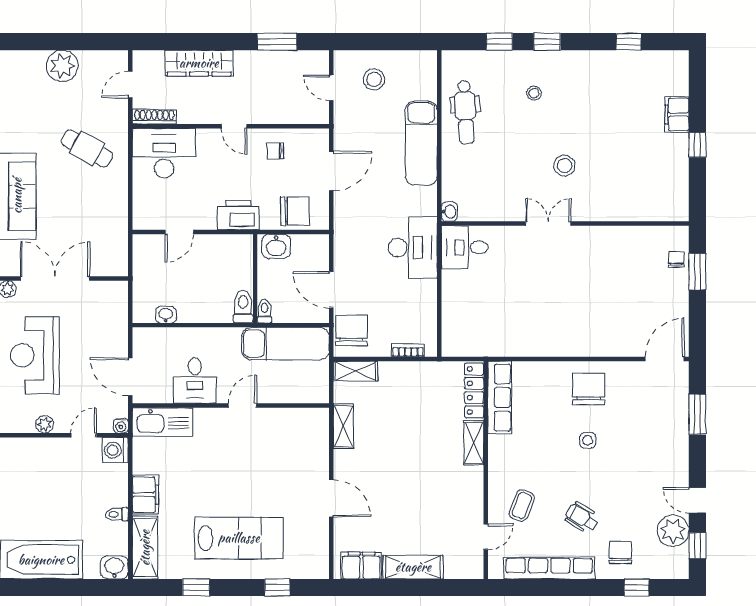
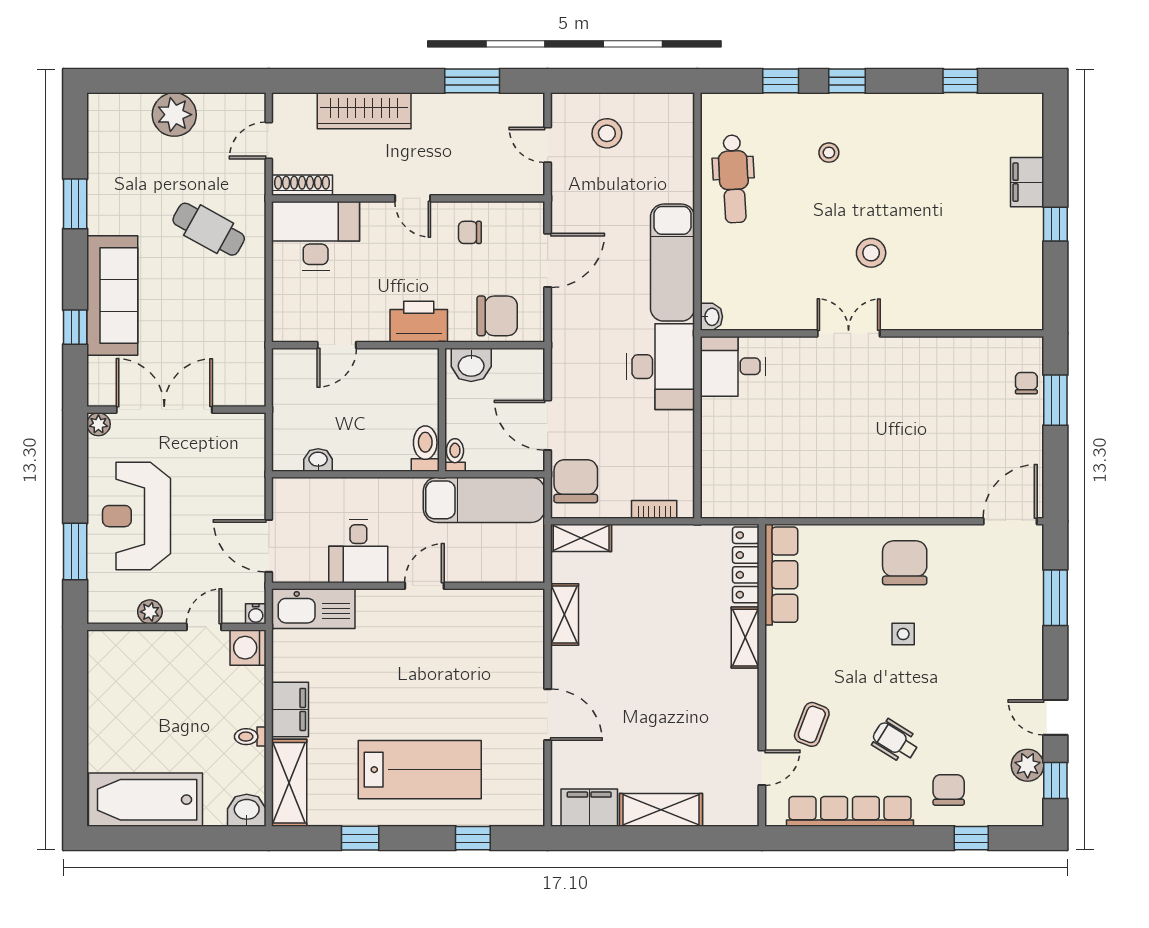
exam couch: (421, 143) -> (672, 263), moved
plant: (673, 531) -> (1028, 765), width x0.73, depth x0.73

